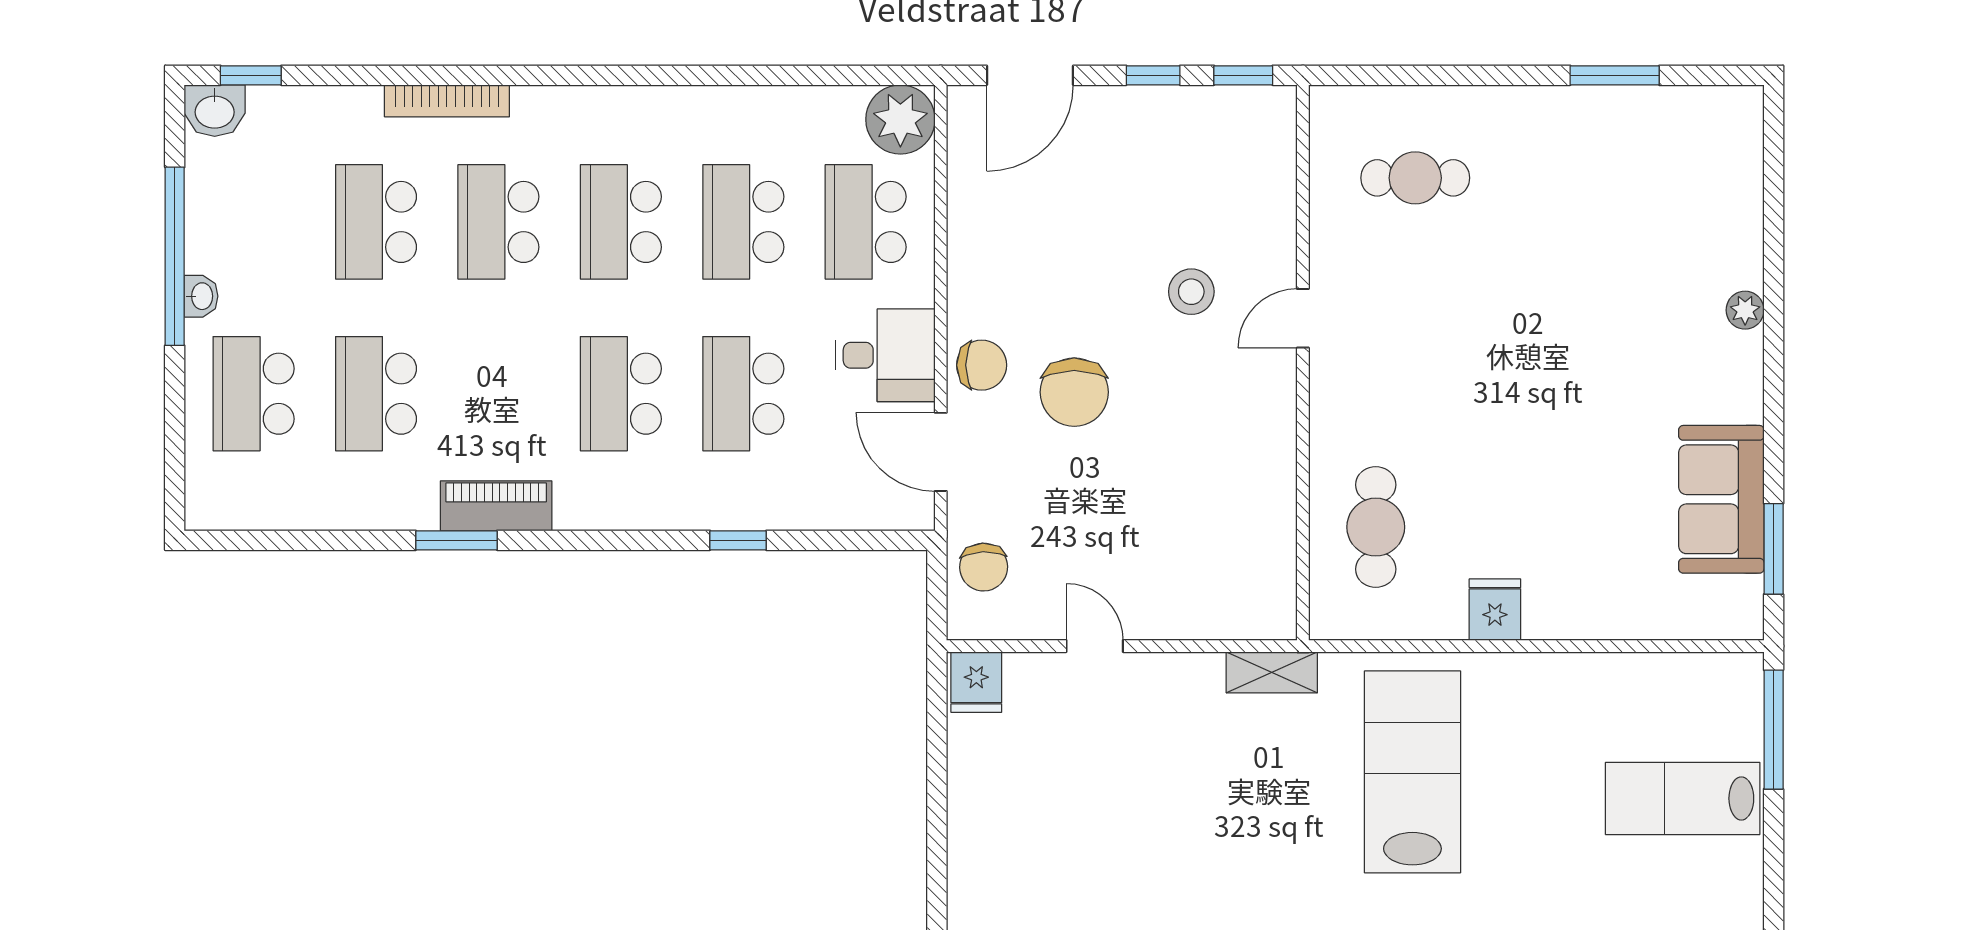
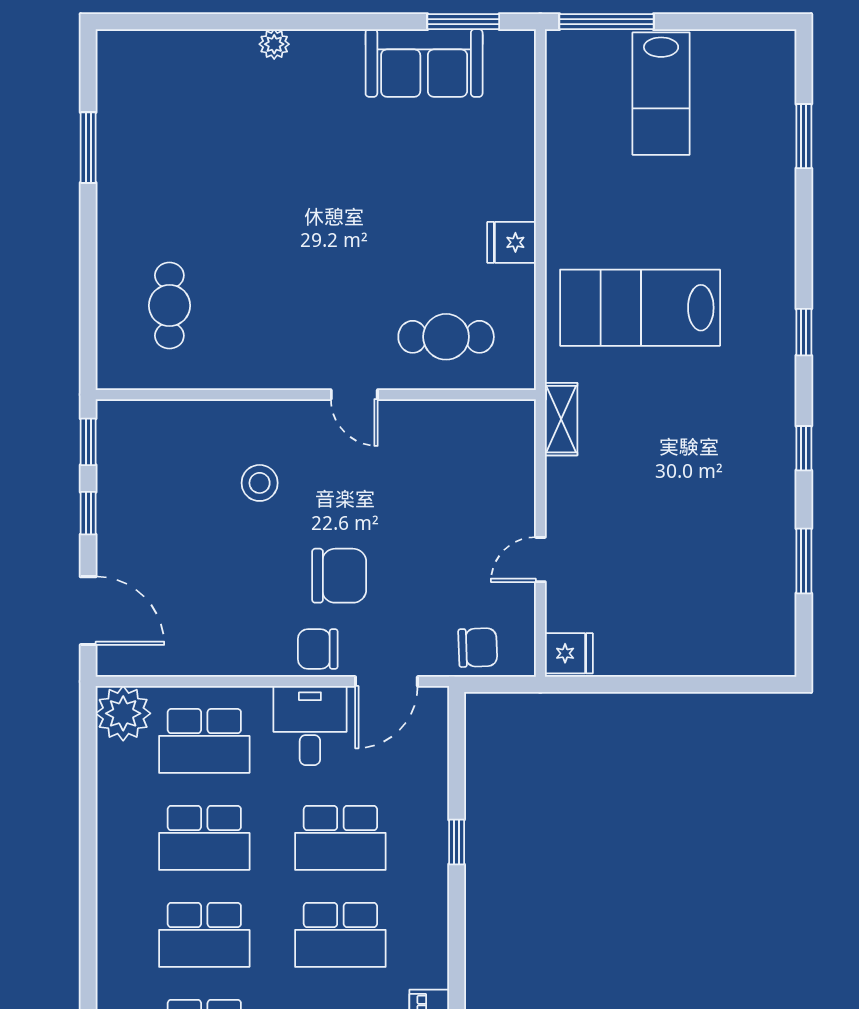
door: (1303, 318) -> (354, 395), moved
chair: (982, 365) -> (318, 649), turned -90

